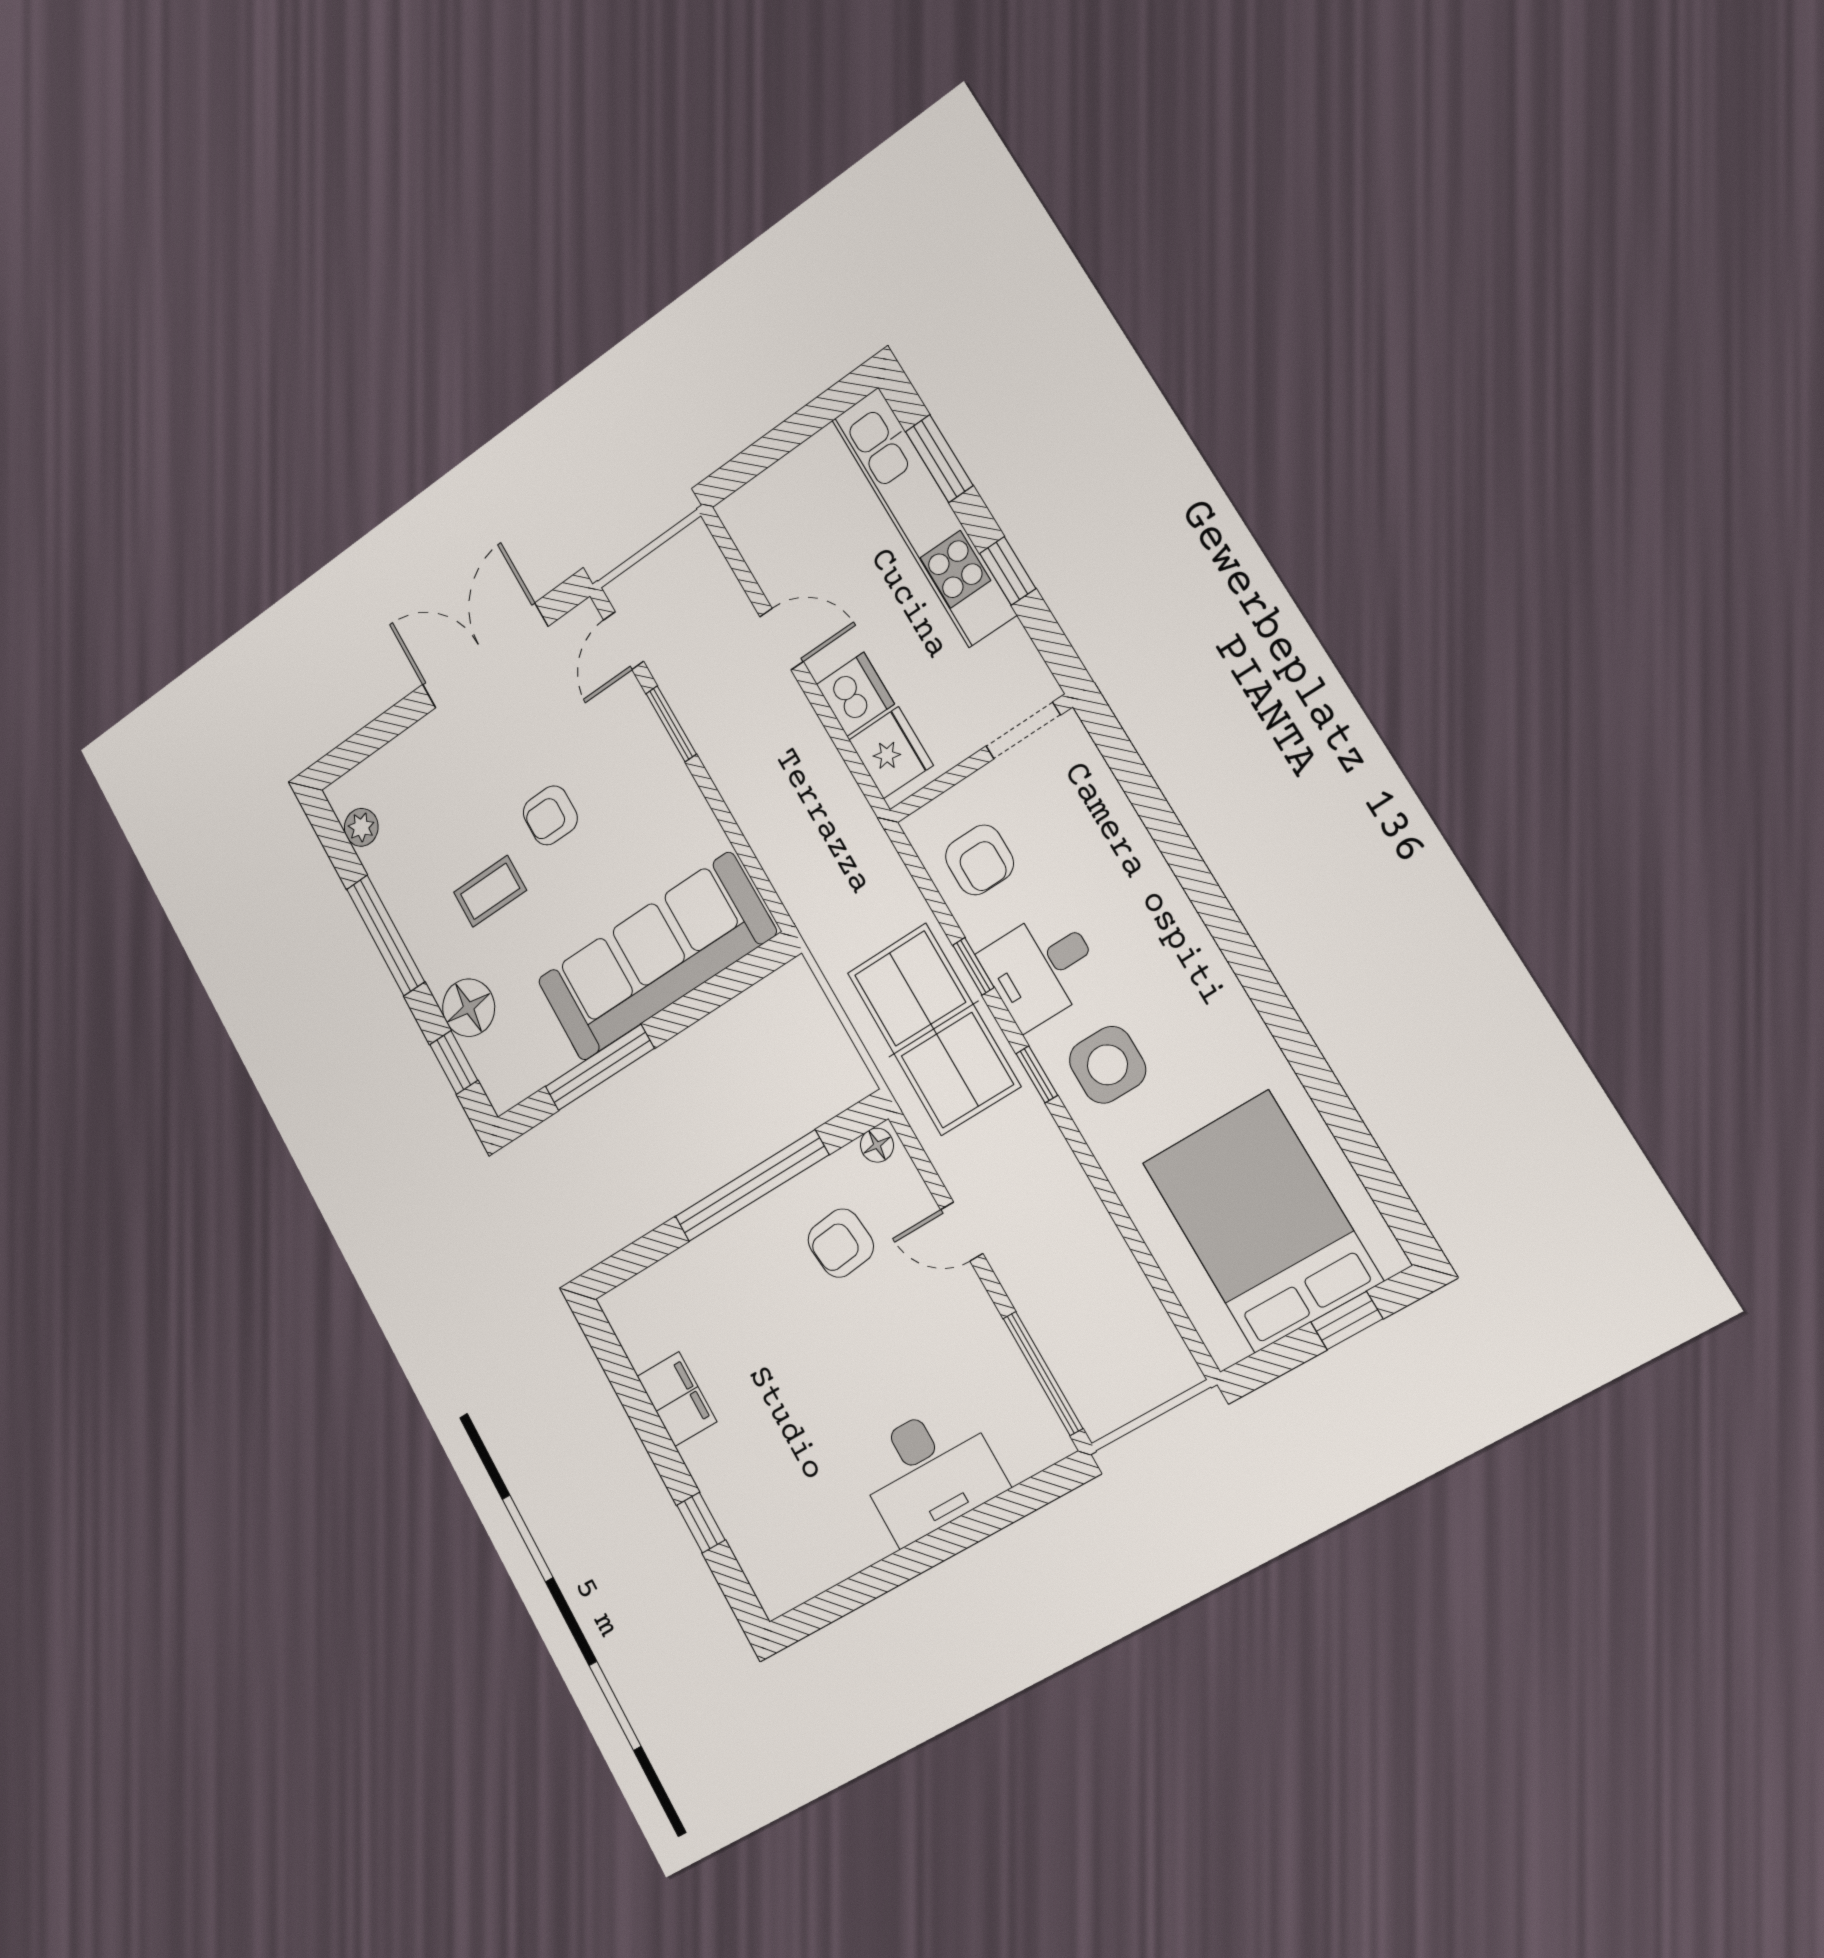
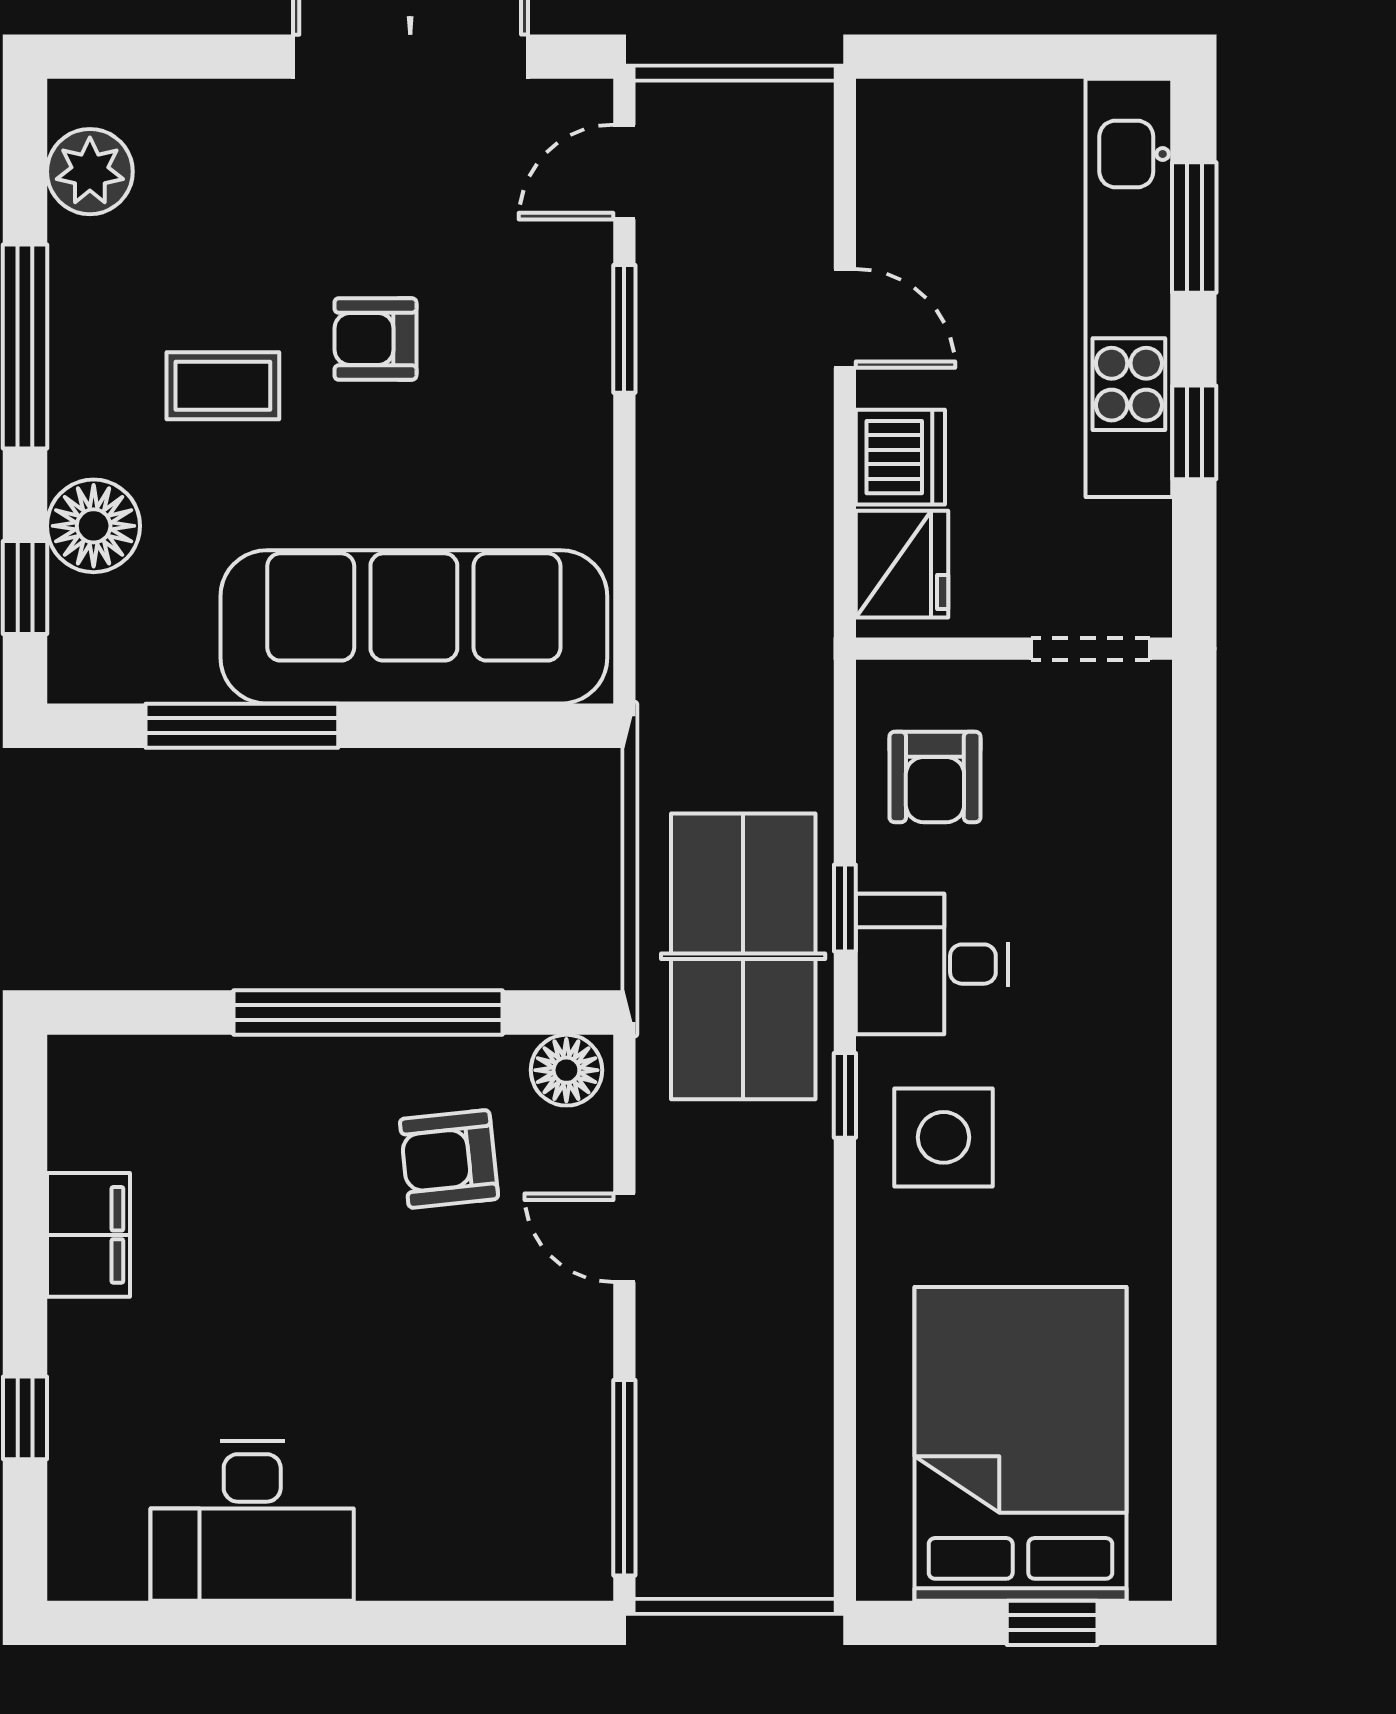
plant: (361, 827) -> (90, 172), width x1.38, depth x1.38
floor lamp: (877, 1145) -> (566, 1070), width x1.37, depth x1.37
desk: (929, 1472) -> (252, 1521), moved

